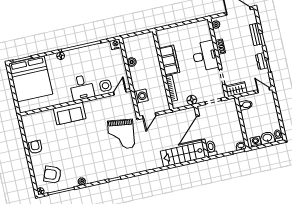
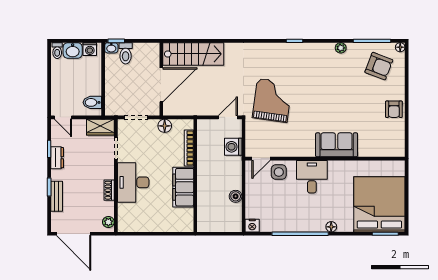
toilet: (211, 149) -> (126, 53), moved

